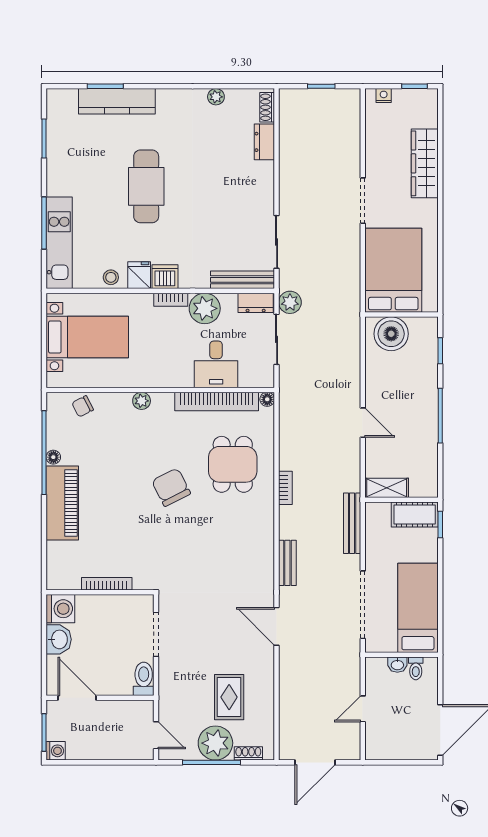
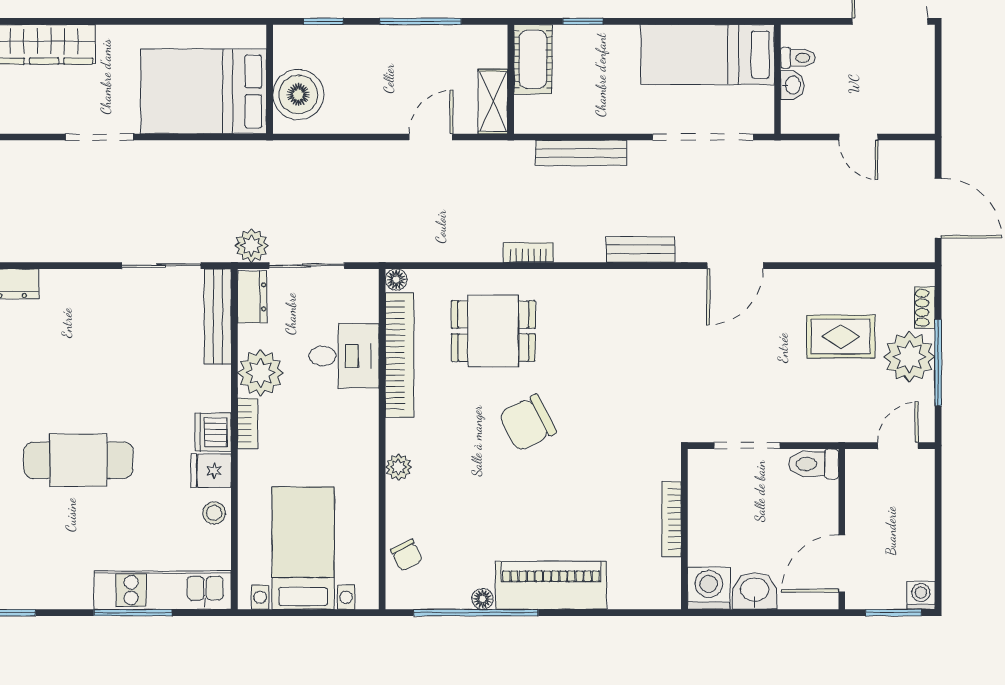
shelving: (387, 488) -> (493, 101), moved
wall: (401, 500) -> (511, 79), moved
cot: (415, 515) -> (533, 59), moved

